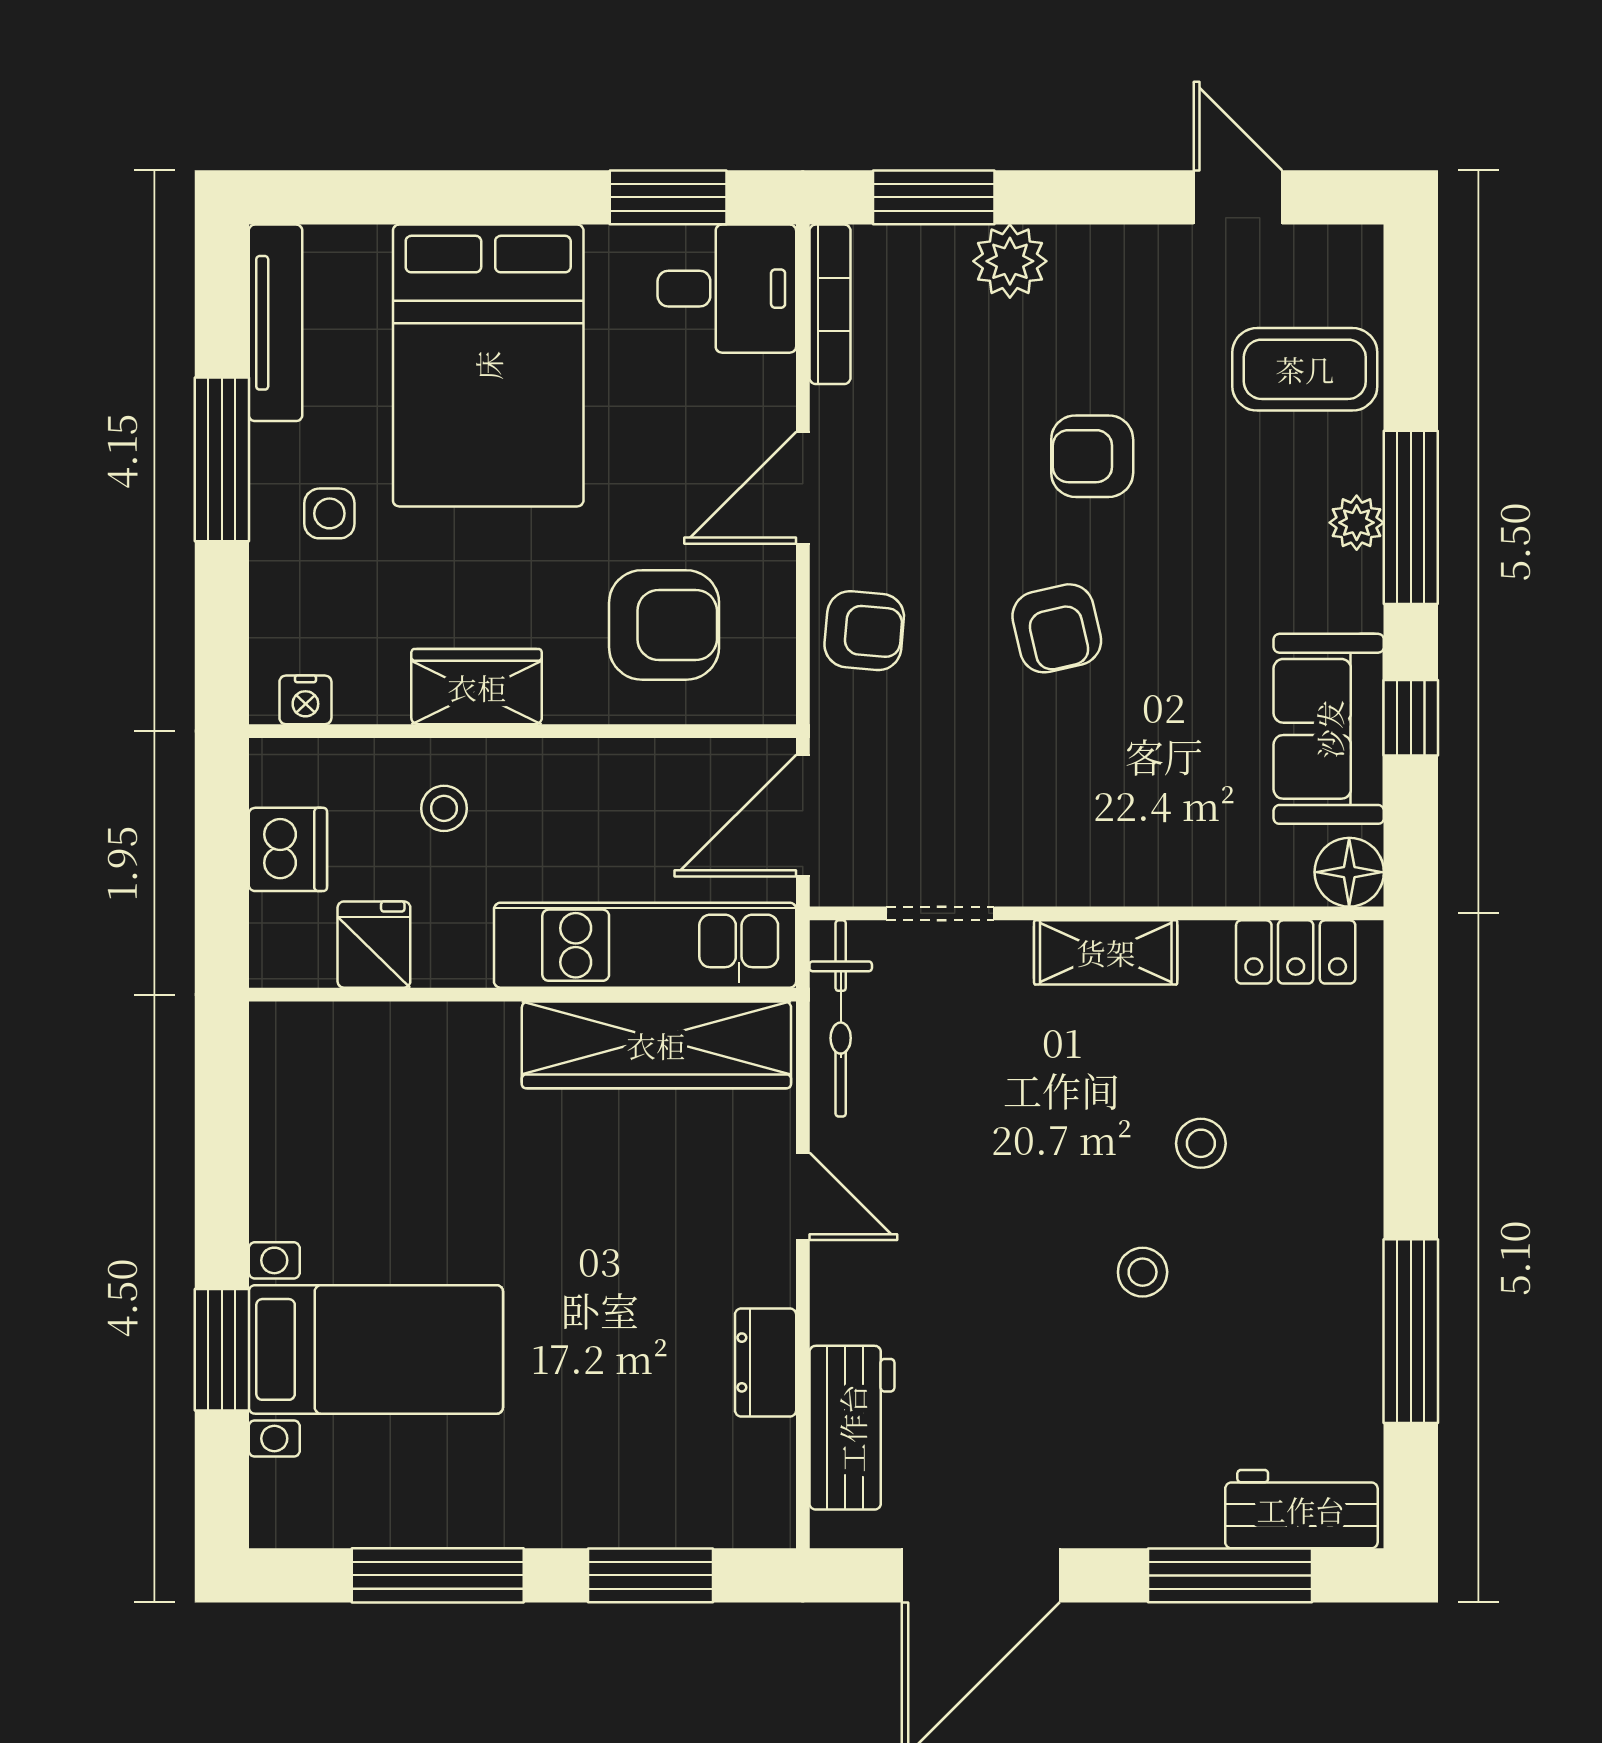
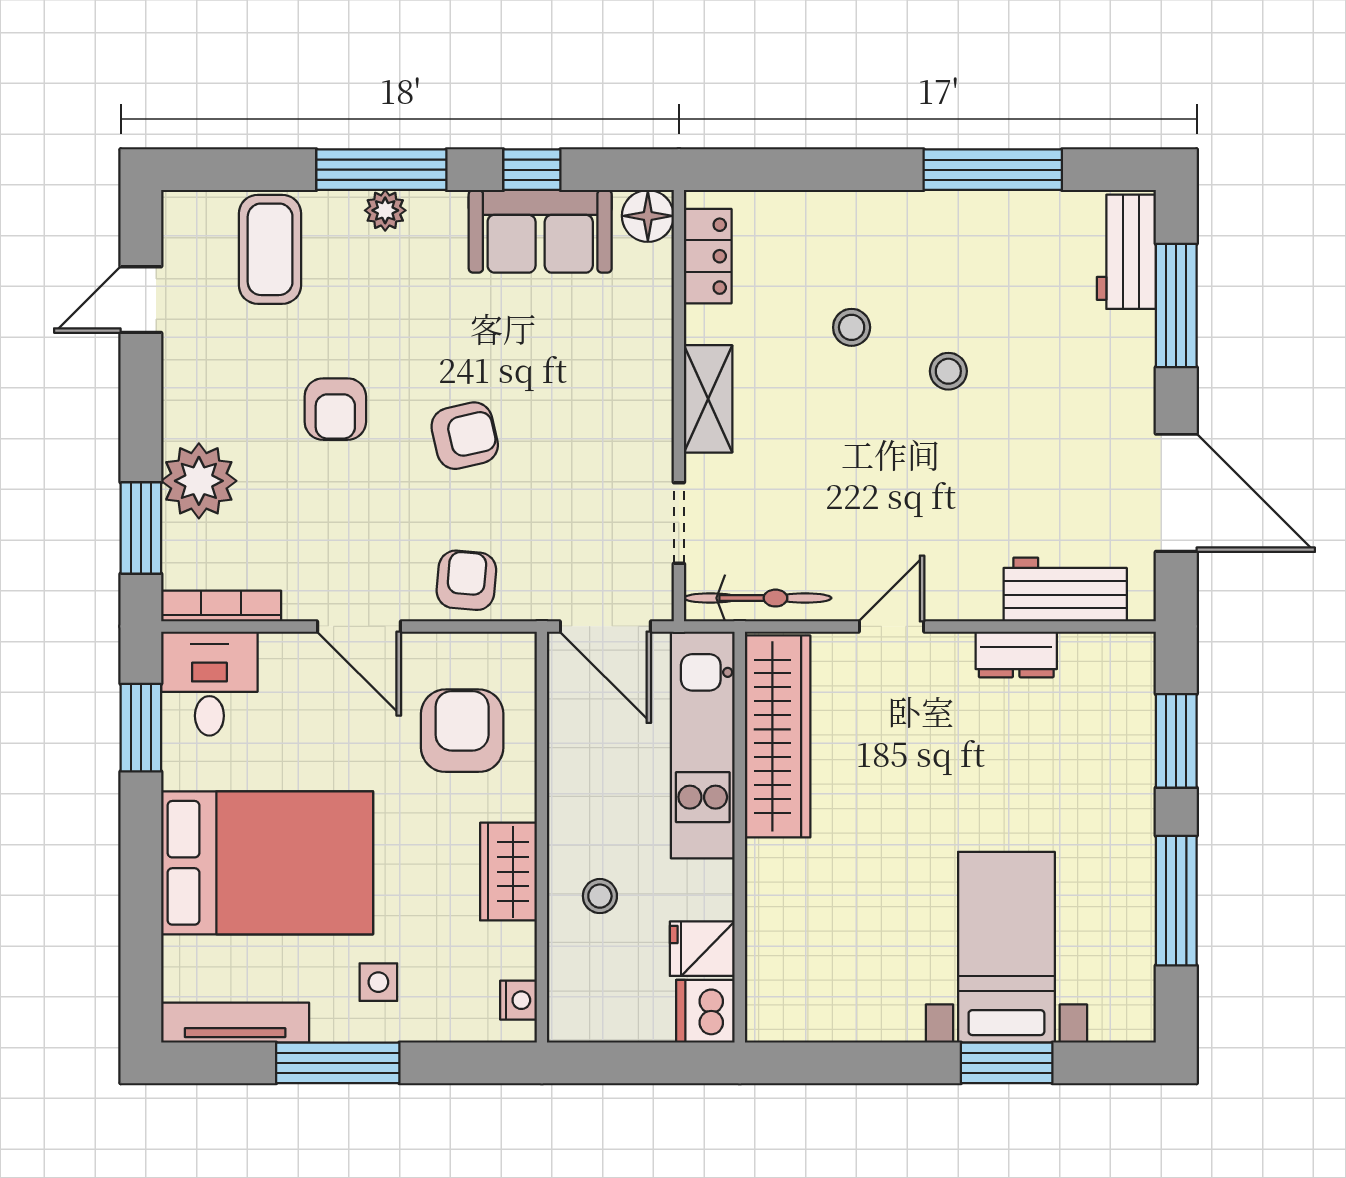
plant: (1010, 261) -> (199, 481), width x1.36, depth x1.36
dishwasher: (288, 849) -> (705, 1011), moved, turned -90

